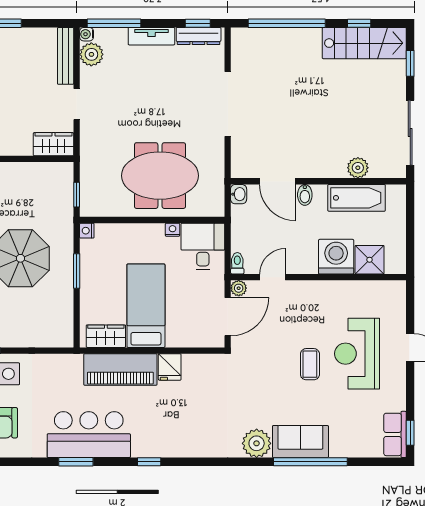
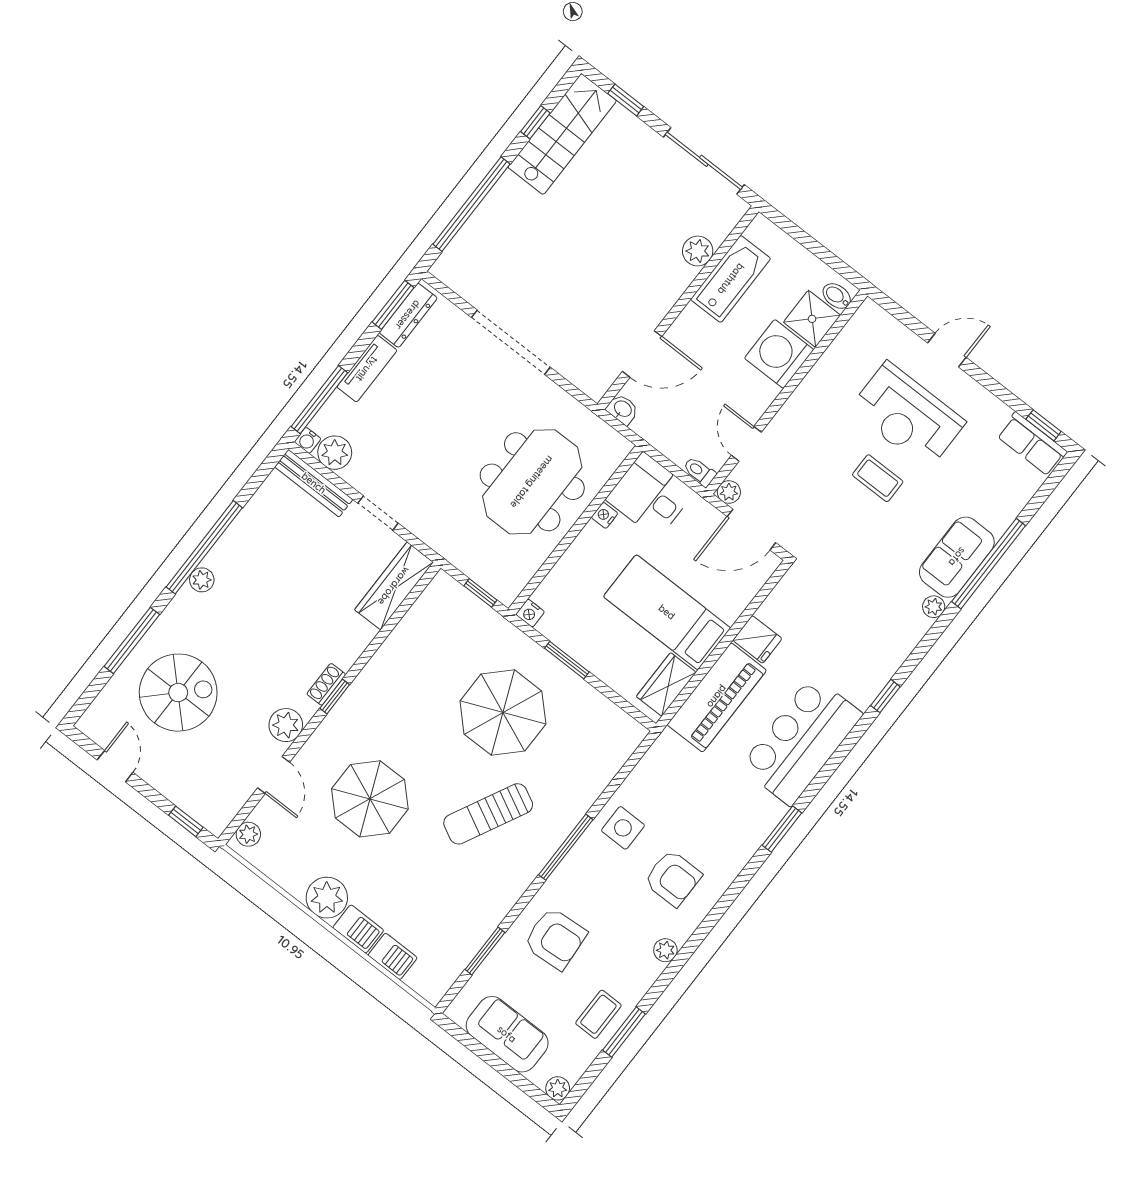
window: (198, 23) -> (393, 305), width x1.50
wardrobe: (54, 144) -> (394, 586), width x1.50
bidet: (305, 195) -> (837, 296), moved, turned 180
door: (228, 317) -> (751, 530), swing flipped
bar counter: (89, 435) -> (801, 741), moved
plant: (257, 443) -> (934, 607), width x0.53, depth x0.53
window: (149, 462) -> (885, 696), moved

